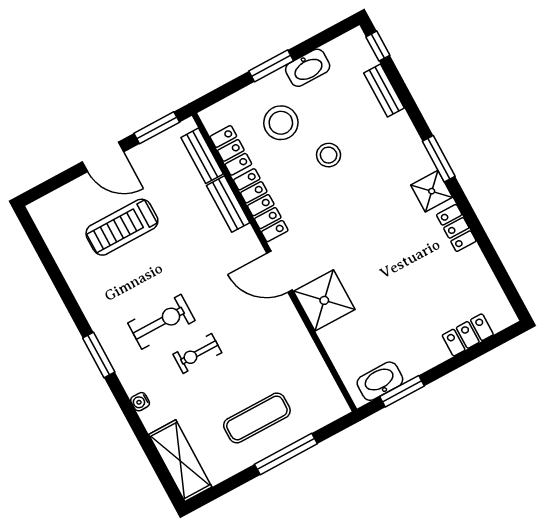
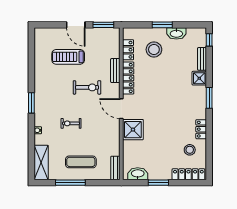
stool: (329, 155) -> (190, 150), moved
bench: (202, 156) -> (115, 168), moved
shower: (432, 191) -> (199, 78), moved
exercise bike: (161, 322) -> (87, 87), moved
locker: (468, 335) -> (188, 174), width x1.53
window: (402, 391) -> (158, 183), moved
window: (286, 454) -> (70, 183), moved

